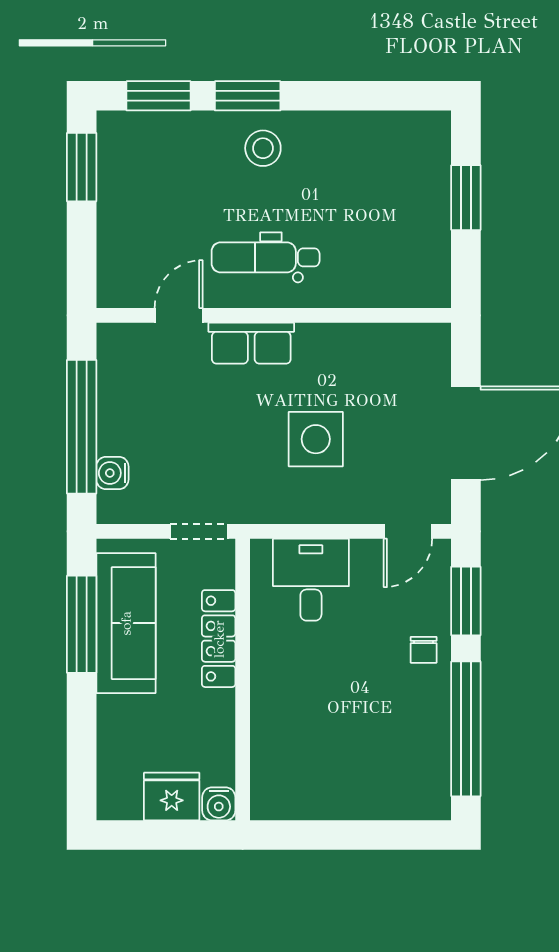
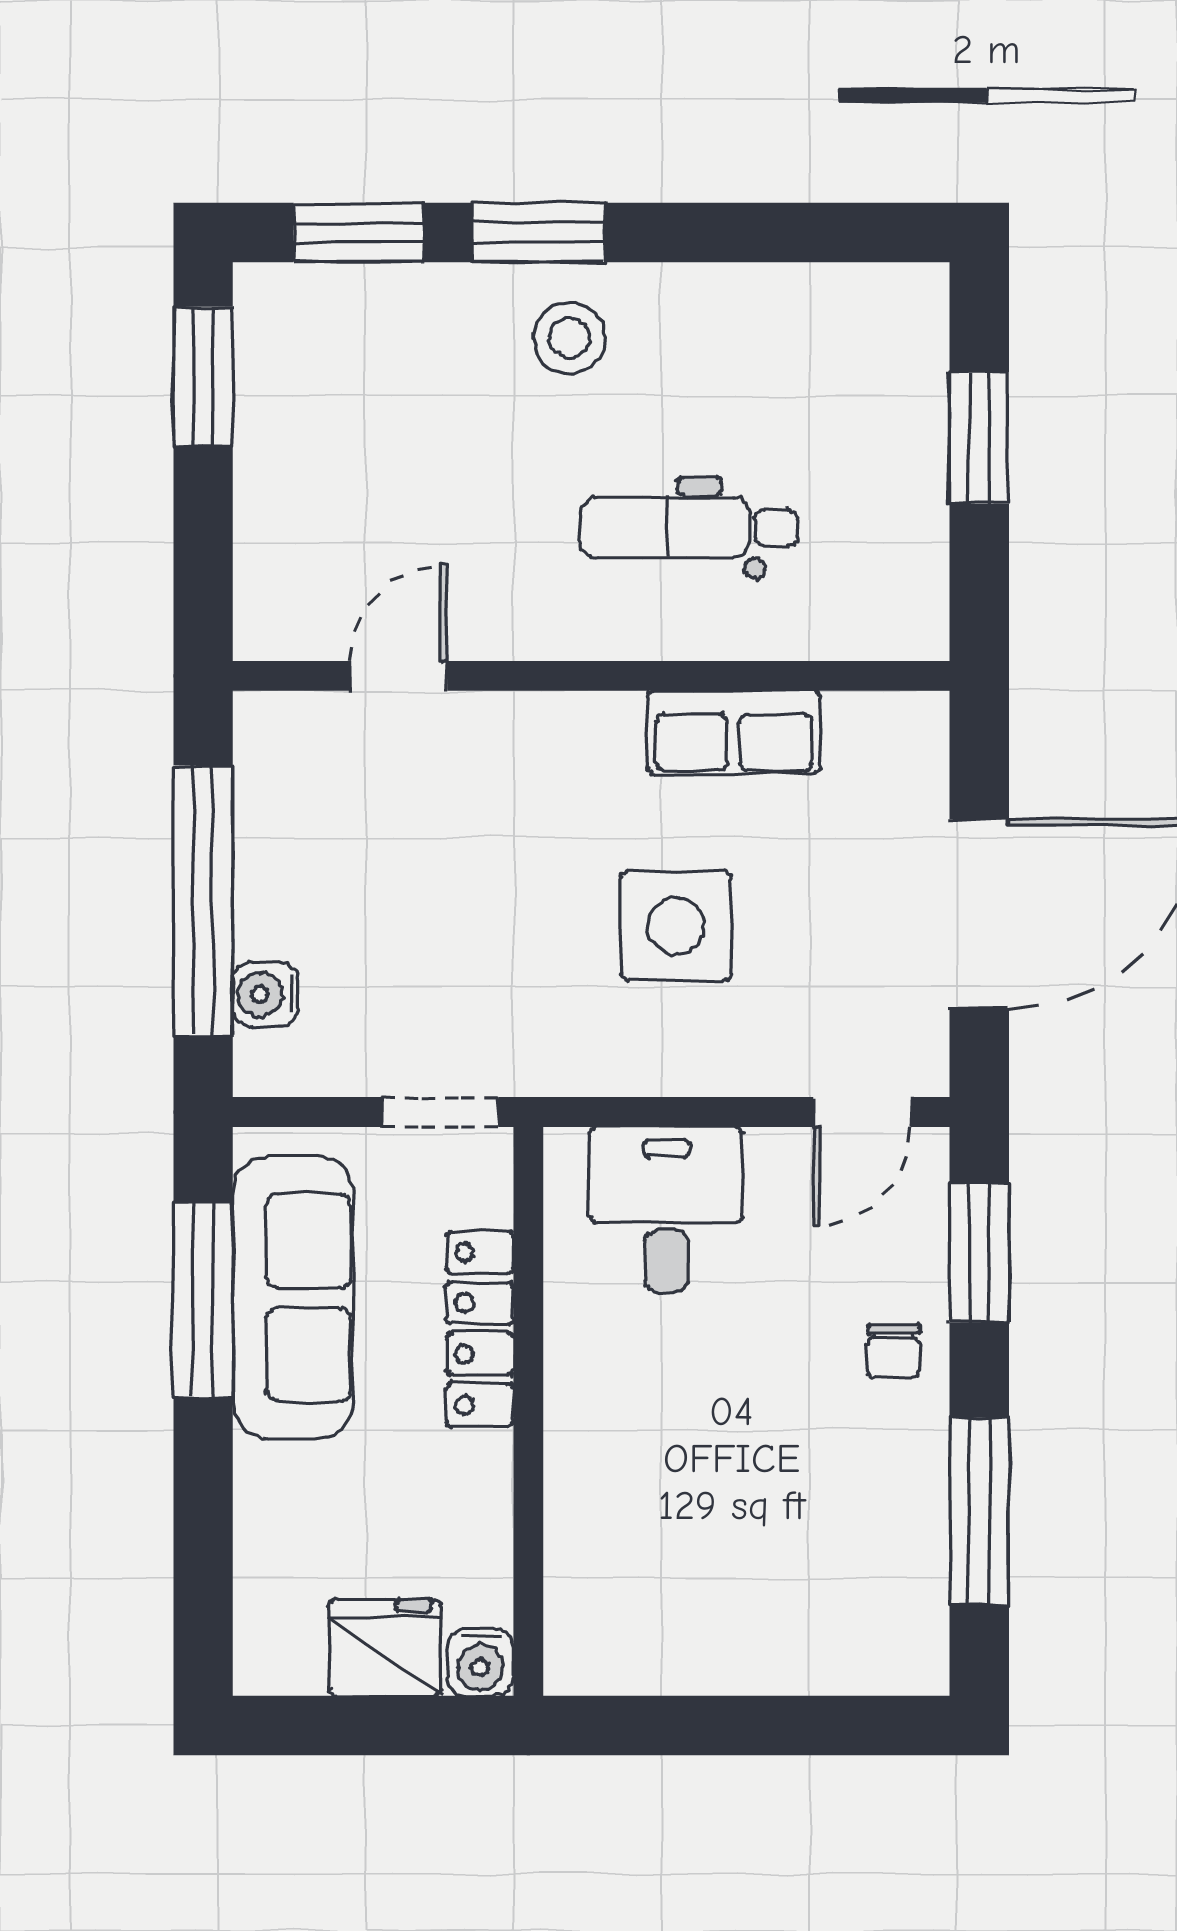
dental chair: (266, 257) -> (689, 528), moved
row of seats: (251, 343) -> (734, 732), moved
window: (466, 729) -> (979, 1511), width x0.68

